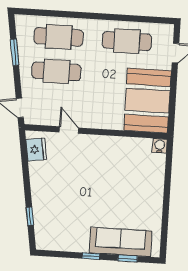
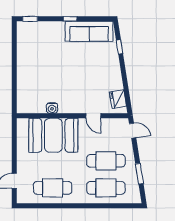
booth: (147, 101) -> (53, 135), moved, turned 90
water cooler: (160, 146) -> (52, 108), moved
sofa: (121, 242) -> (89, 31), moved
window: (128, 258) -> (30, 19), moved

